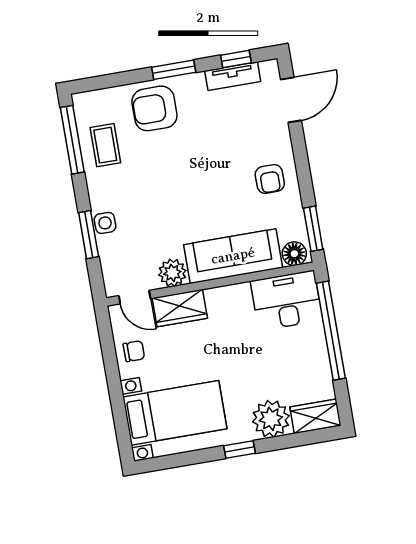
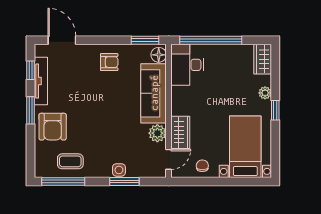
tv unit: (233, 76) -> (41, 81), width x1.41
plant: (271, 419) -> (265, 93), width x0.53, depth x0.53

